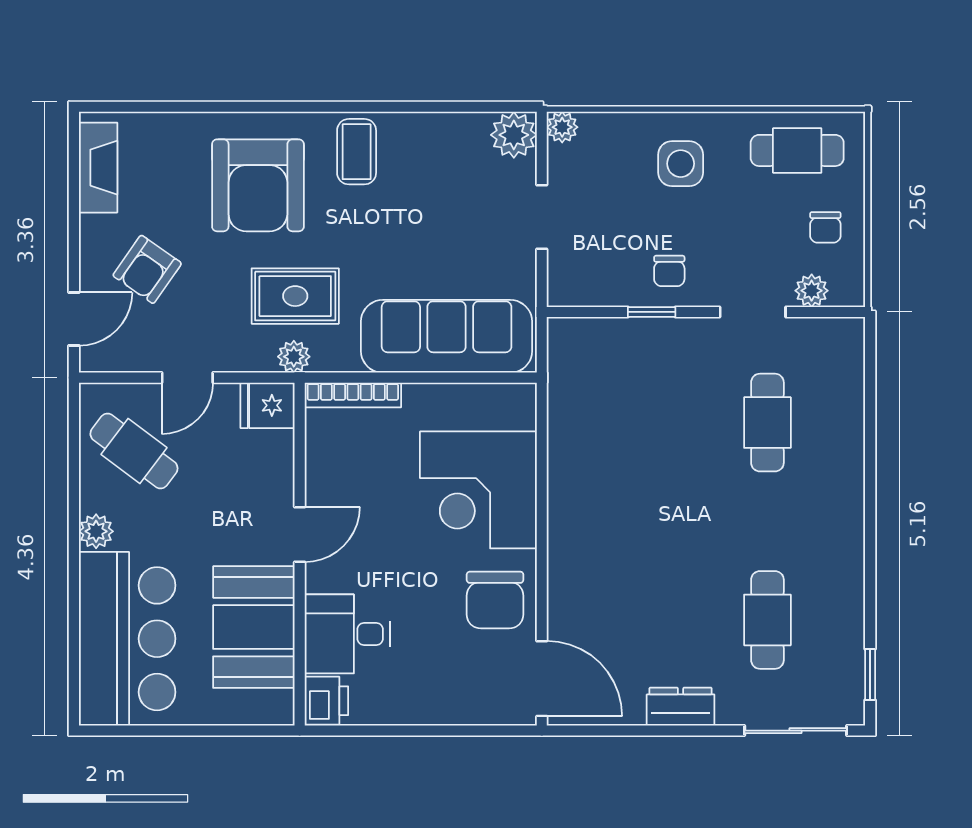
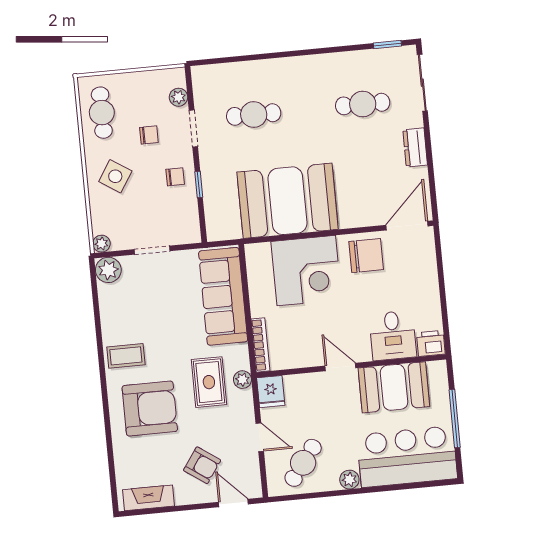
side table: (681, 164) -> (115, 176), turned 33
chair: (825, 227) -> (149, 135), moved
booth: (607, 468) -> (288, 201), added
window: (187, 731) -> (455, 418), added

